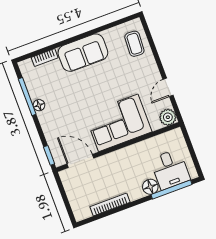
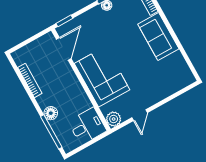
coffee table: (134, 44) -> (173, 80), removed
door: (168, 87) -> (140, 115), swing flipped
desk: (170, 169) -> (87, 126), moved, turned 180

